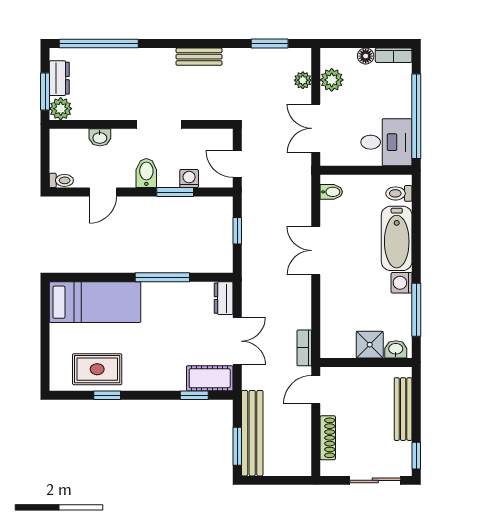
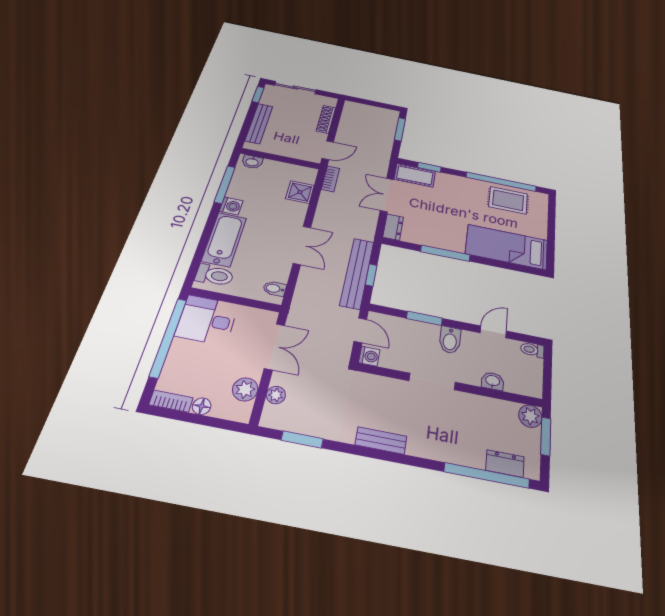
dresser: (59, 78) -> (505, 463), moved, turned 90
washing machine: (189, 179) -> (369, 356), moved, turned -90
toilet: (399, 193) -> (214, 275), width x1.37, depth x1.39
shower: (370, 345) -> (300, 192), moved
window: (107, 395) -> (501, 182), width x3.17
bench: (252, 433) -> (357, 273), moved

